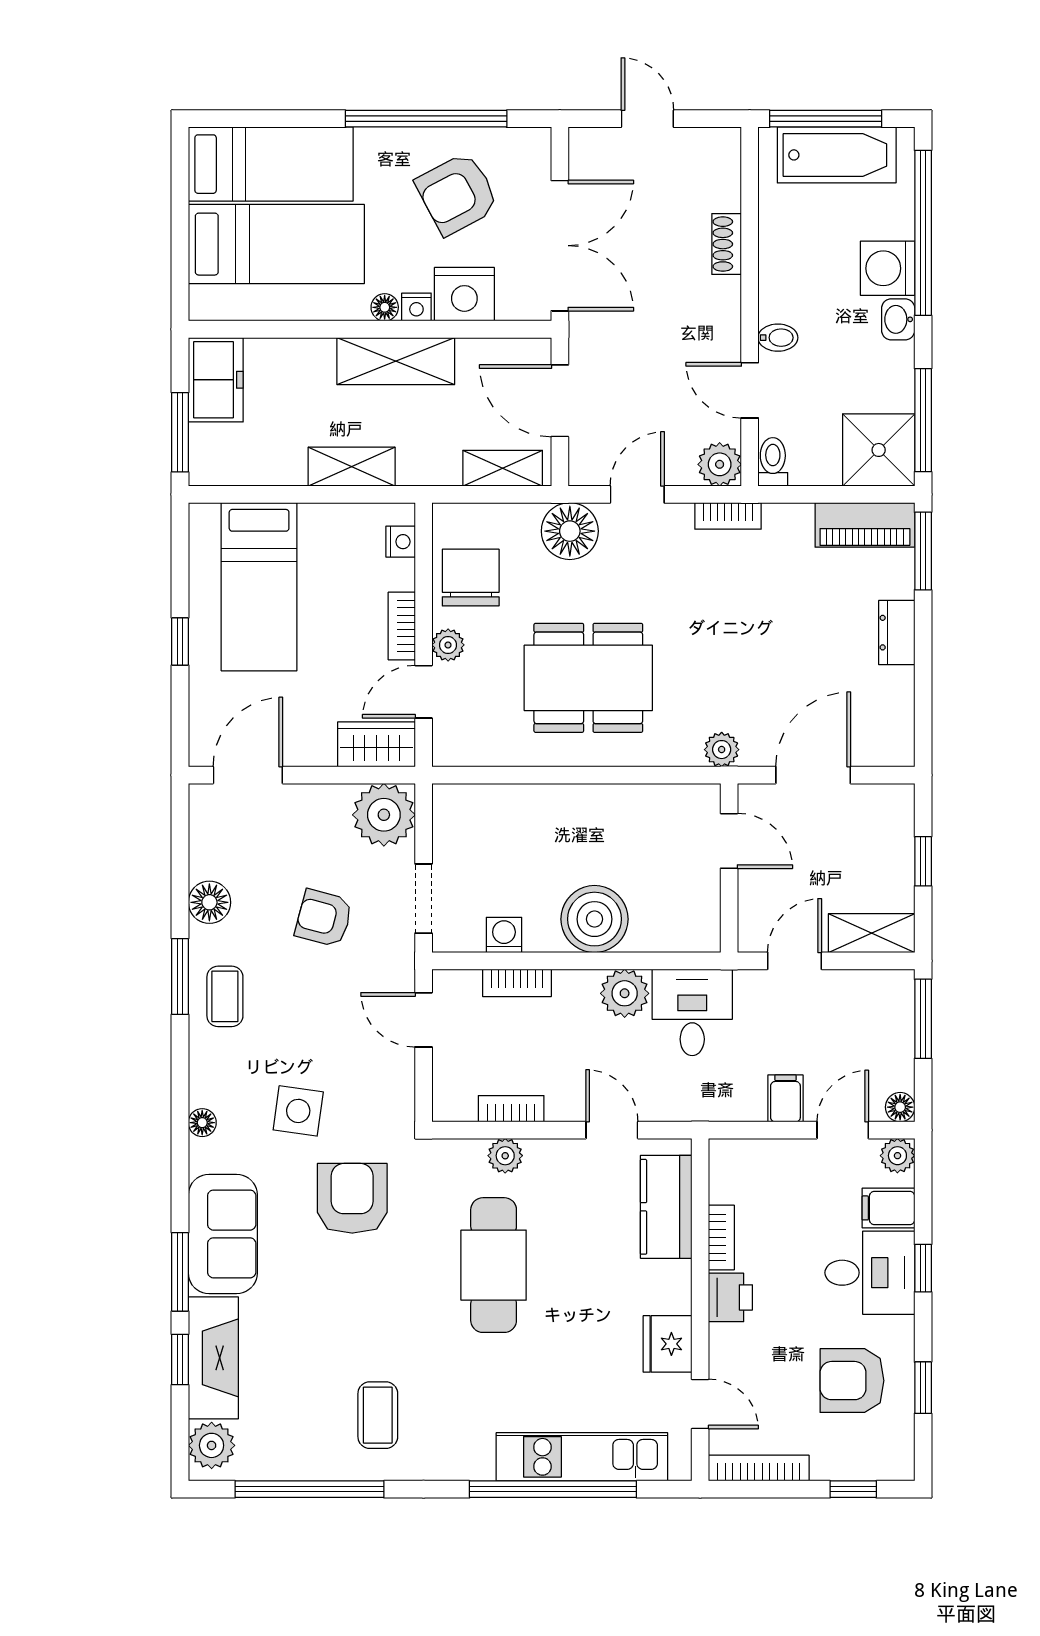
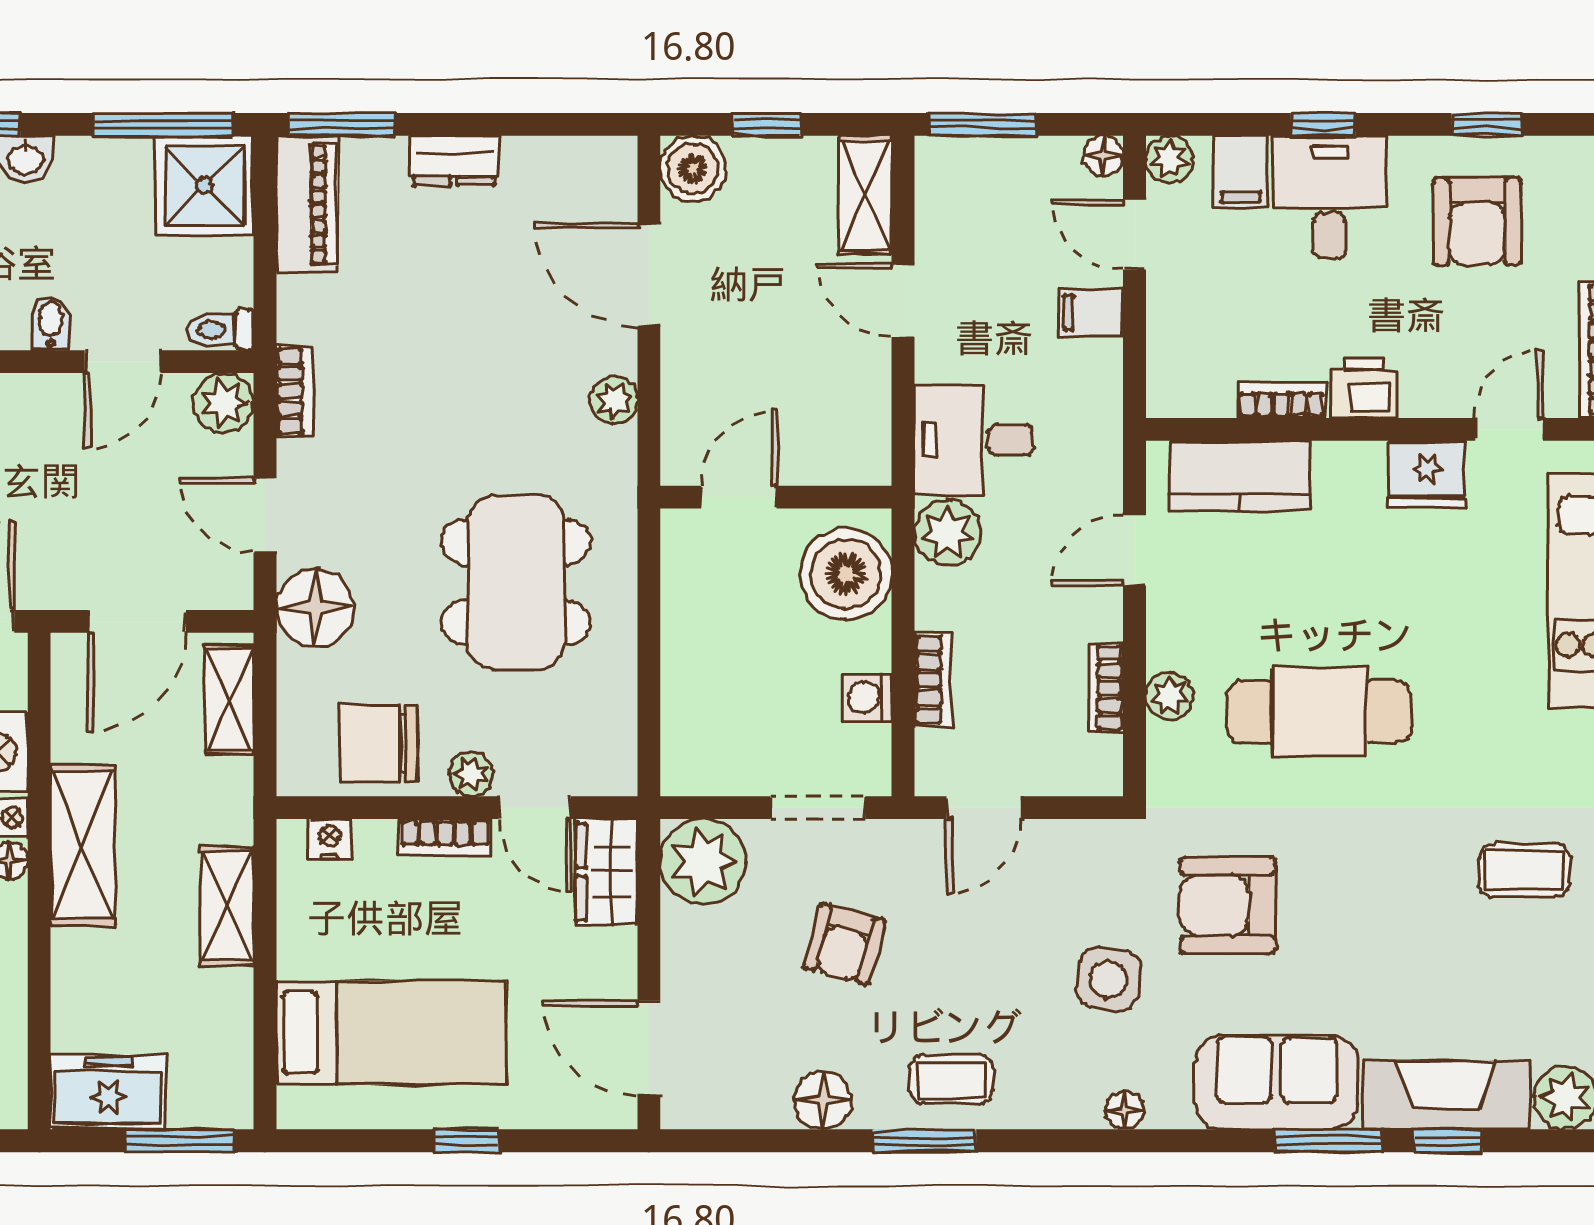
boiler: (891, 807) -> (693, 169), added
door: (729, 841) -> (739, 497), moved
wall: (729, 868) -> (776, 497), moved

